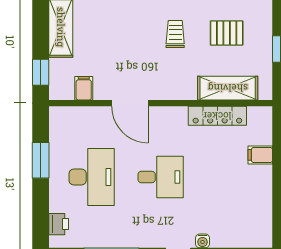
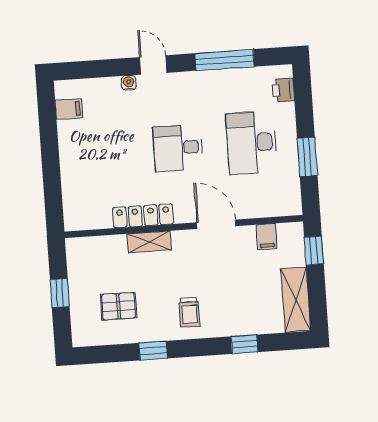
trolley: (175, 34) -> (189, 312), moved
shelving: (228, 88) -> (149, 242), moved, width x0.67, depth x0.75
locker: (217, 116) -> (143, 216), moved
filing cabinet: (260, 155) -> (69, 109), moved

